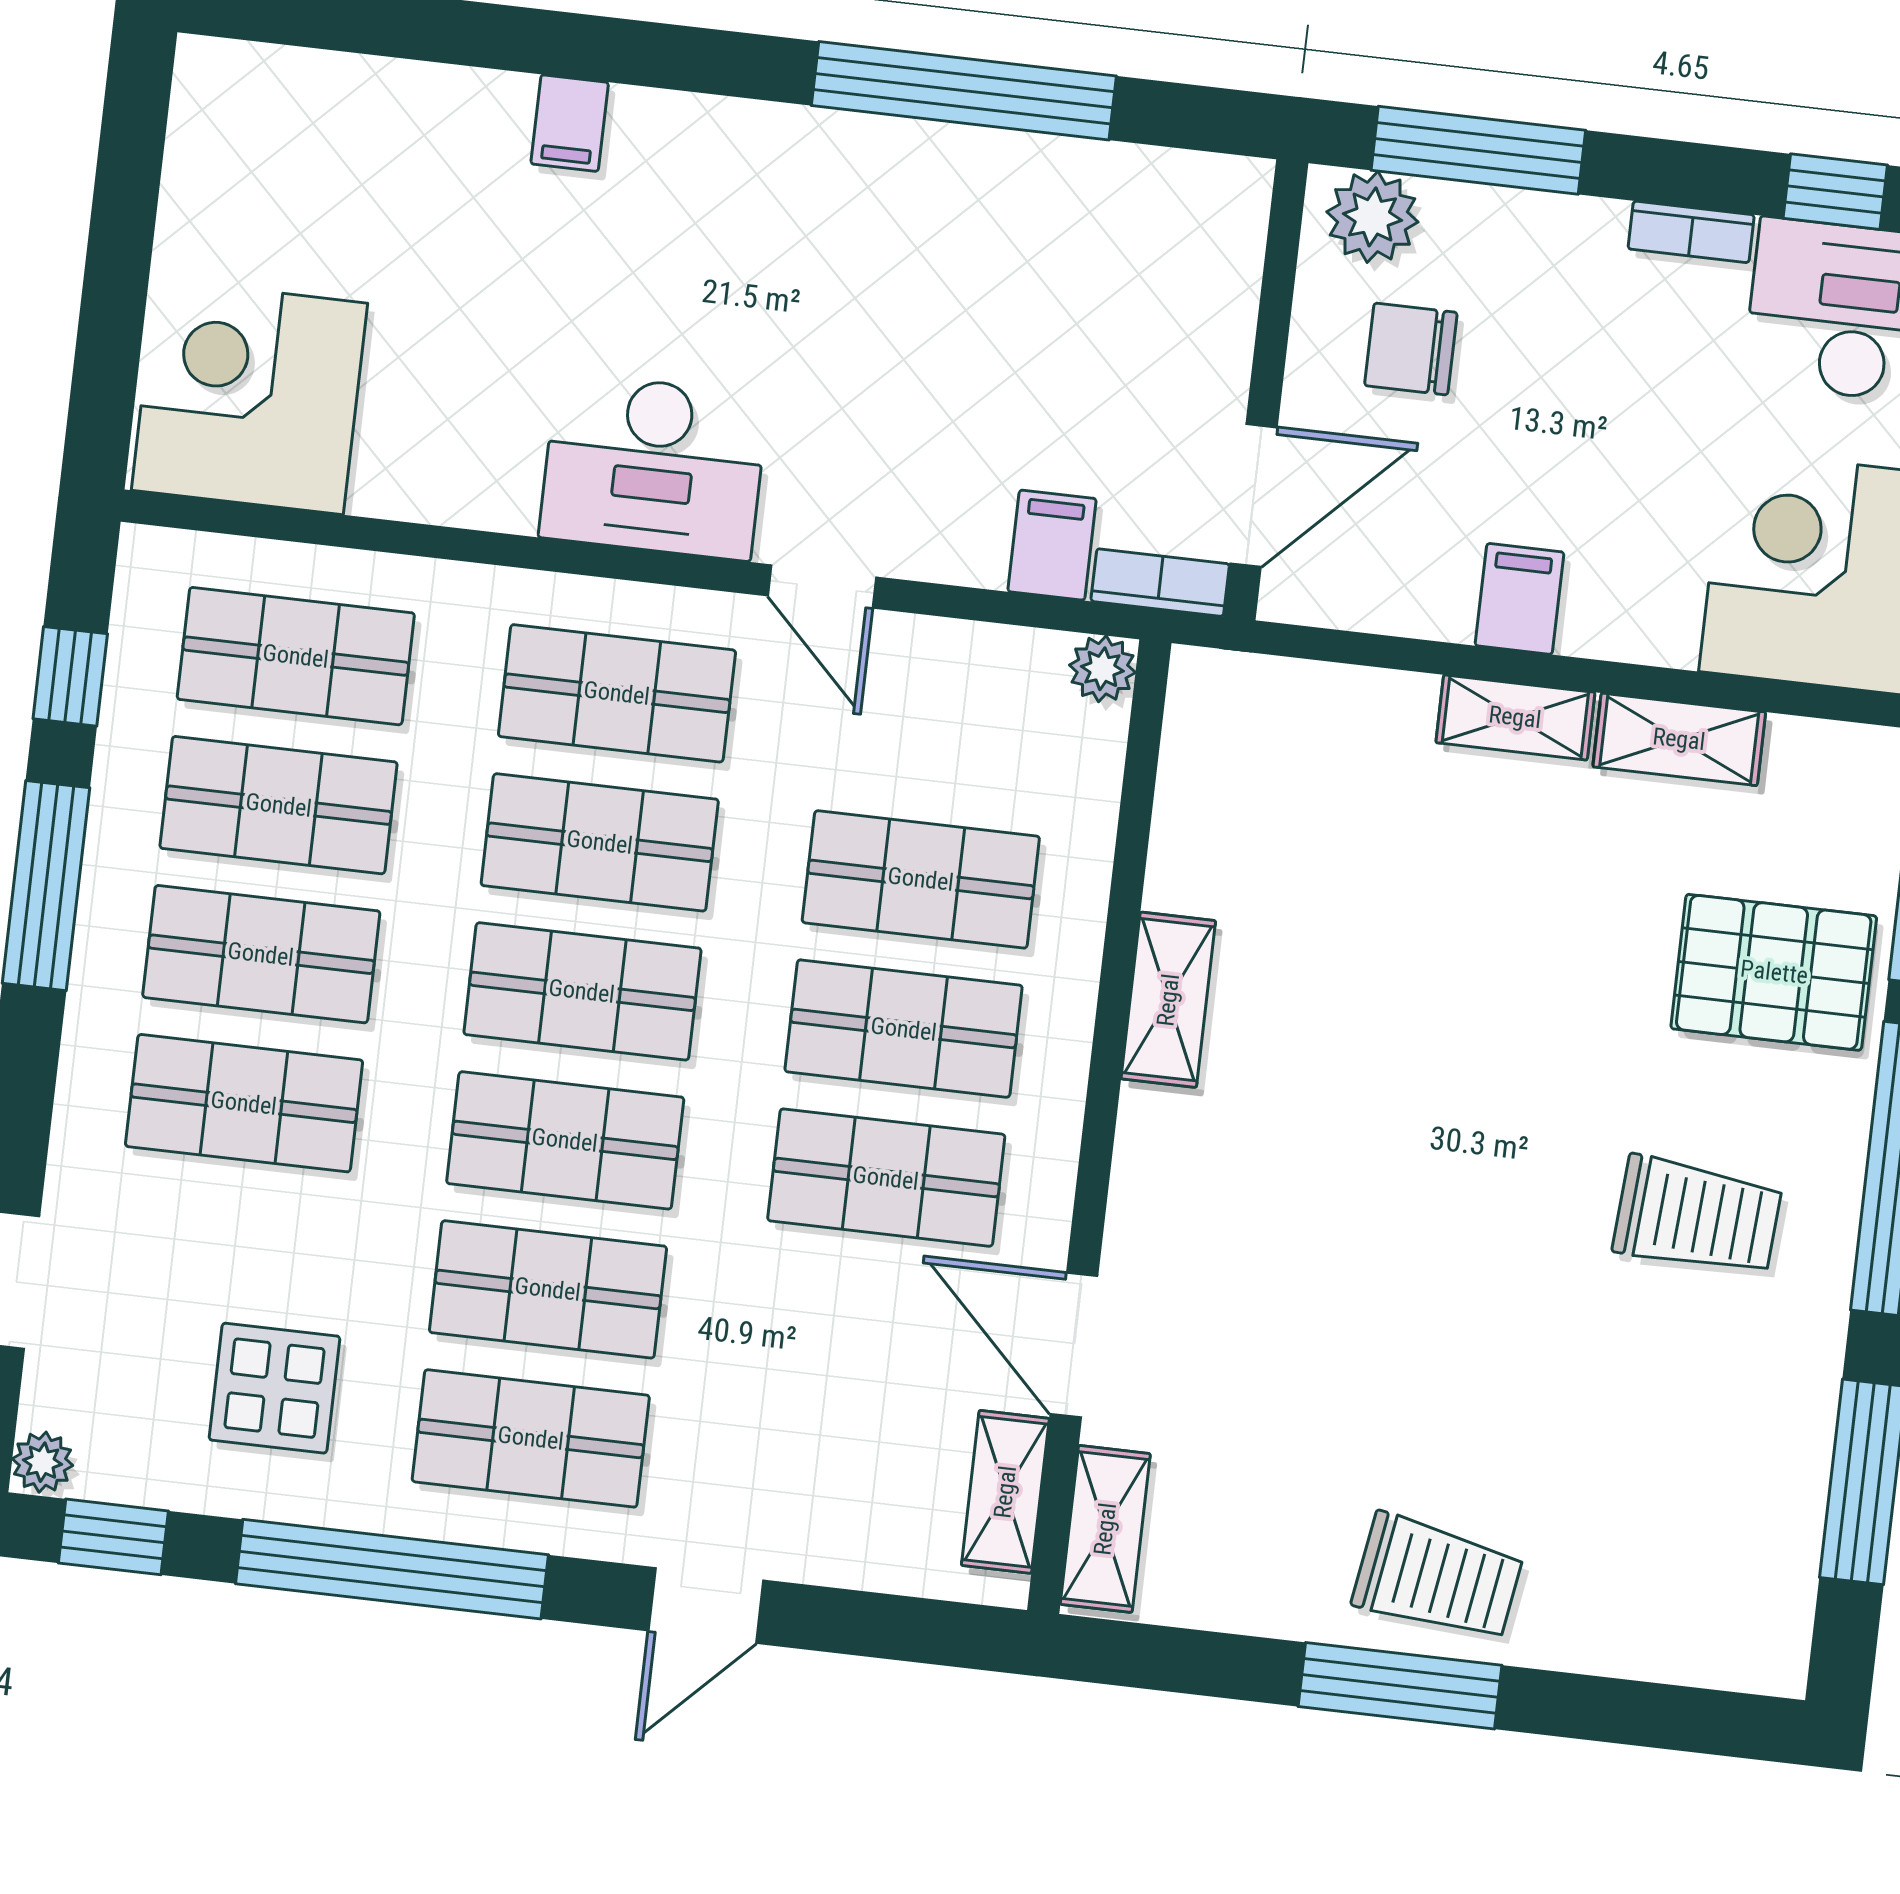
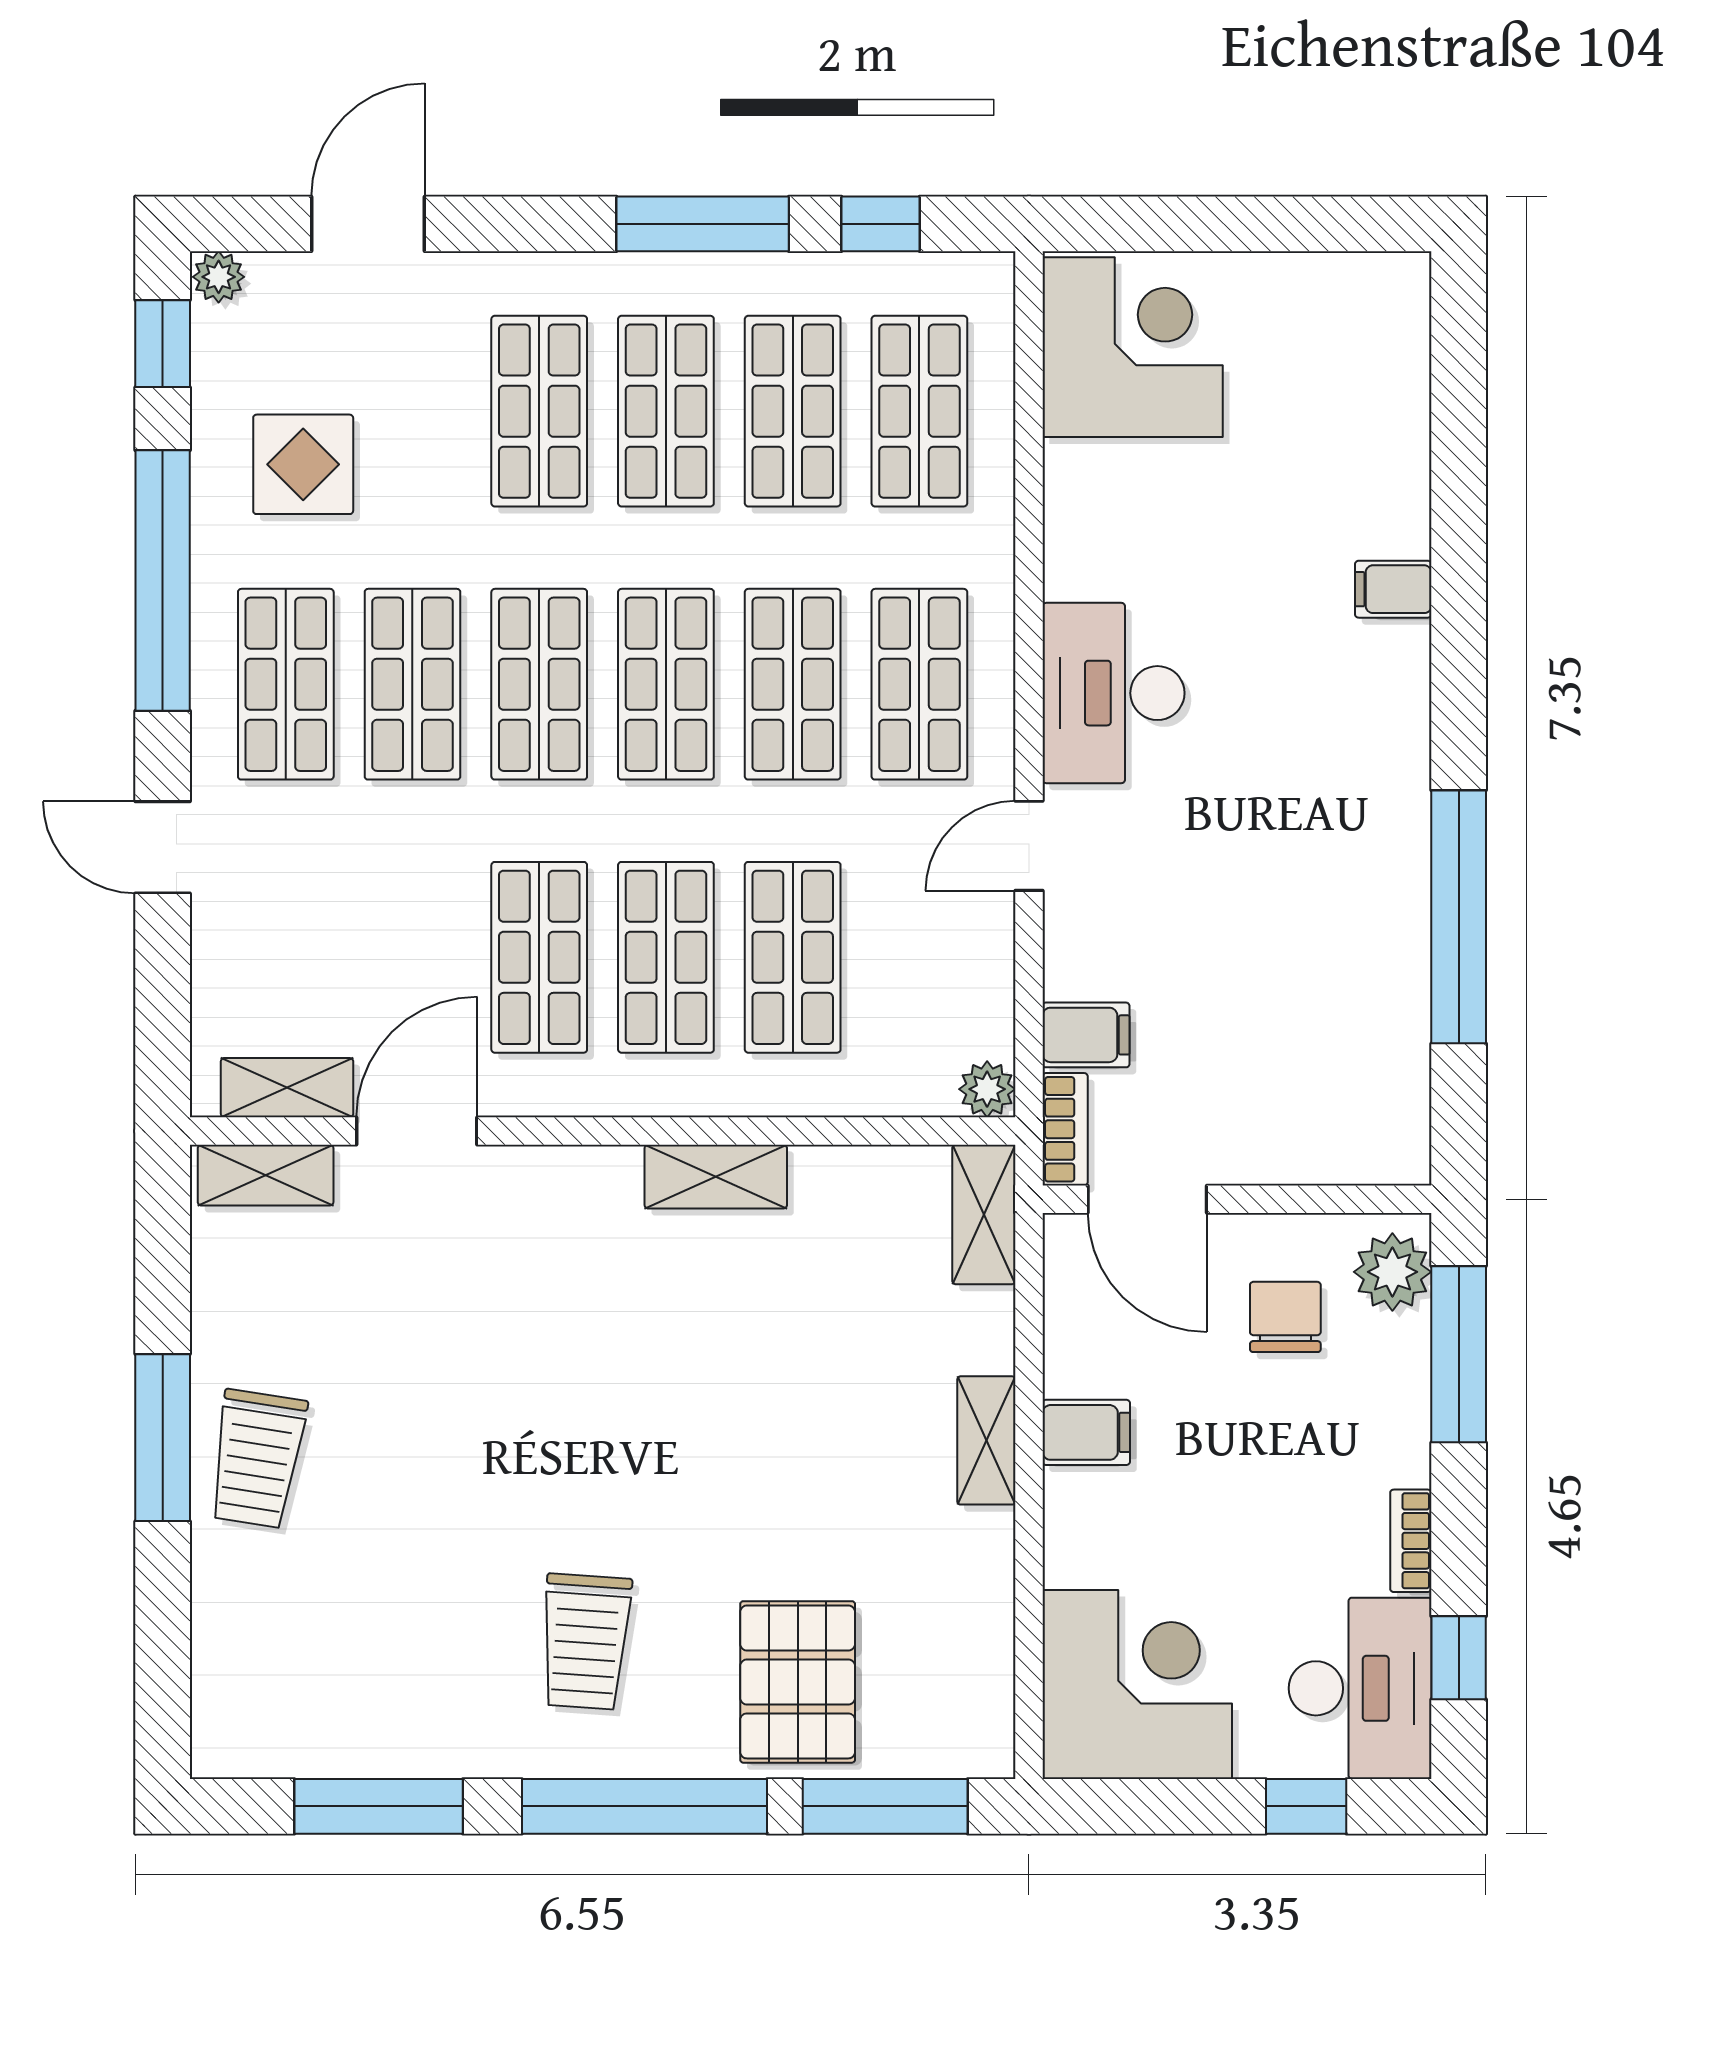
shelving: (1679, 739) -> (984, 1214), moved

